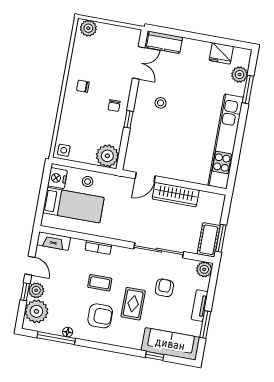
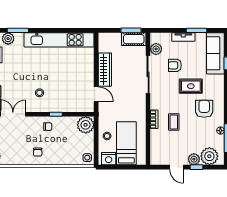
fireplace: (54, 241) -> (155, 153), removed
door: (30, 266) -> (177, 167), swing flipped
plant: (204, 269) -> (156, 49), moved
coffee table: (100, 283) -> (174, 122), moved

